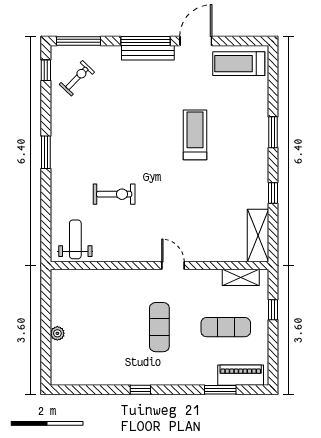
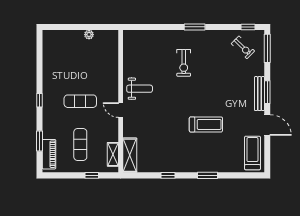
window: (146, 41) -> (267, 92), width x0.69
exercise bike: (114, 194) -> (184, 63), moved
shelving: (258, 235) -> (130, 155), moved, turned 90
weight bench: (75, 239) -> (140, 89), moved
door: (173, 265) -> (121, 110), swing flipped
plant: (57, 333) -> (89, 35), moved
window: (140, 390) -> (39, 100), moved

